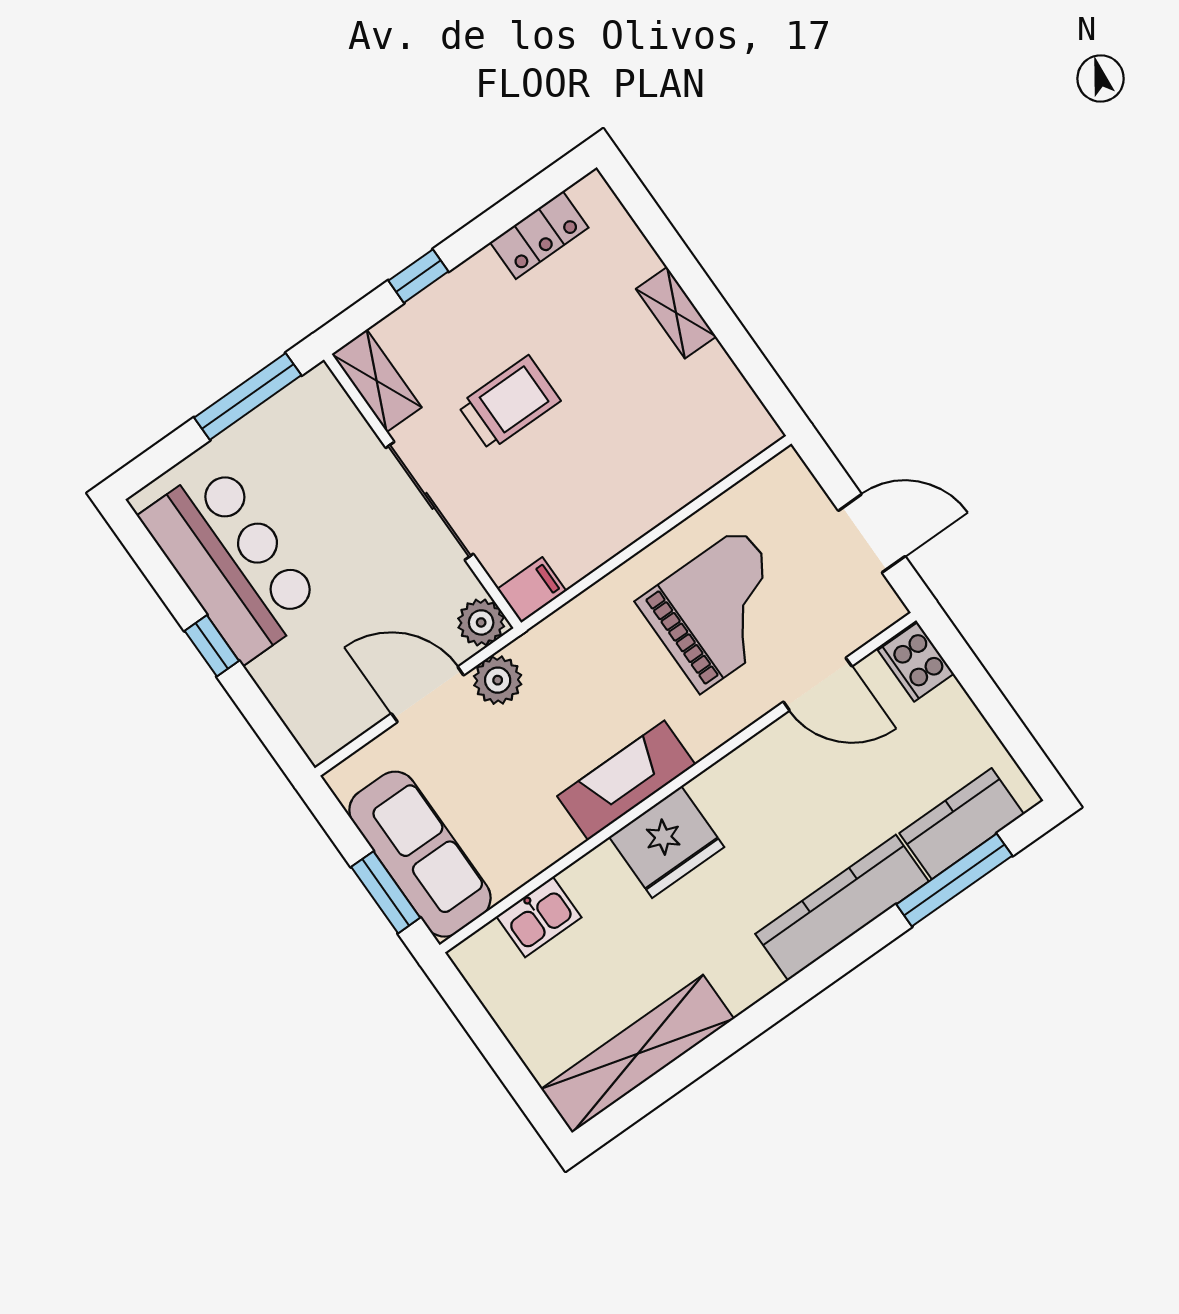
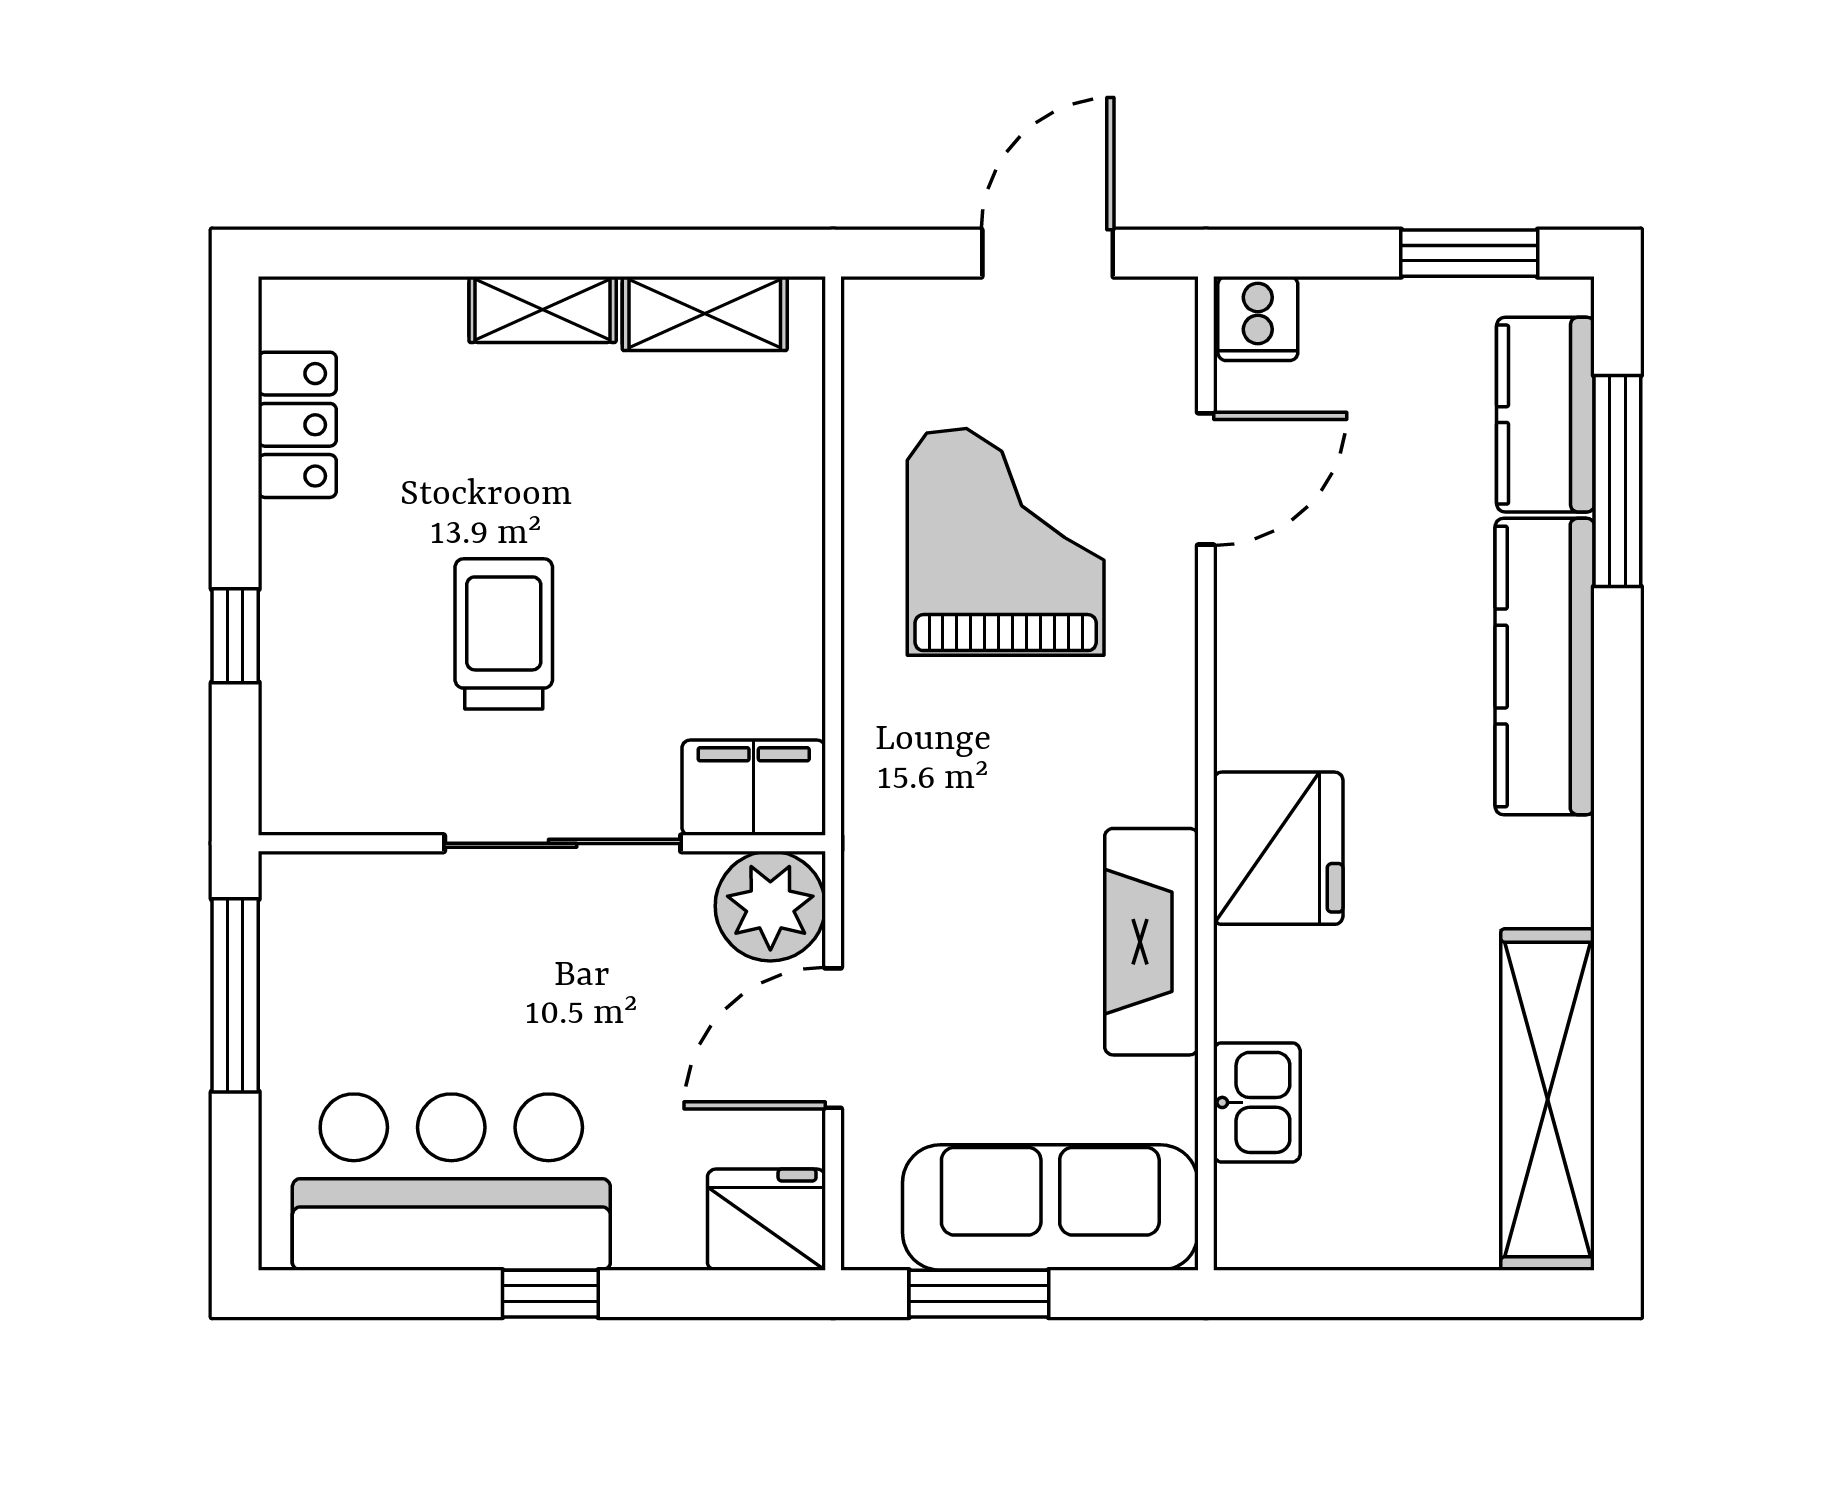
shelving: (377, 381) -> (705, 313), moved
filing cabinet: (532, 590) -> (754, 788), width x2.00
plant: (481, 622) -> (770, 906), width x1.36, depth x1.36
cooker: (916, 662) -> (1258, 318), width x0.73
plant: (498, 680) -> (883, 925), removed
fridge: (319, 724) -> (766, 1220), added
window: (1013, 733) -> (1469, 253), added
fireplace: (626, 780) -> (1151, 942), moved
window: (386, 892) -> (979, 1294), moved

